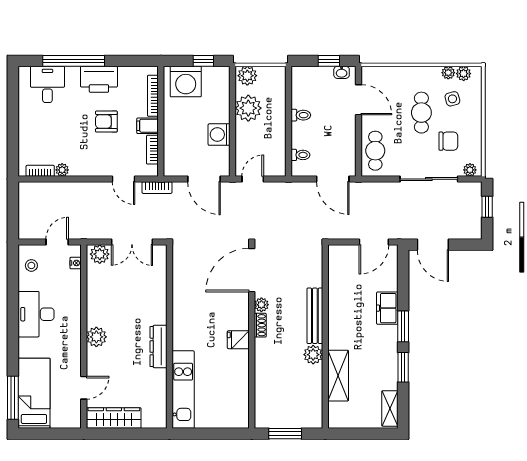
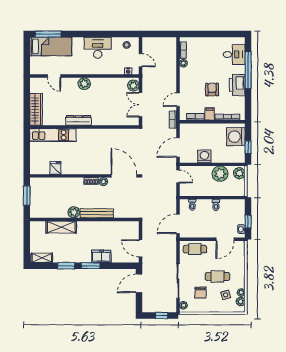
fridge: (238, 340) -> (55, 168), moved
wardrobe: (114, 418) -> (36, 109), moved

